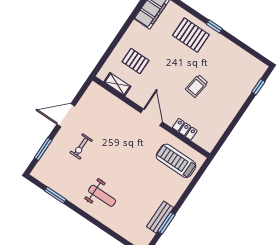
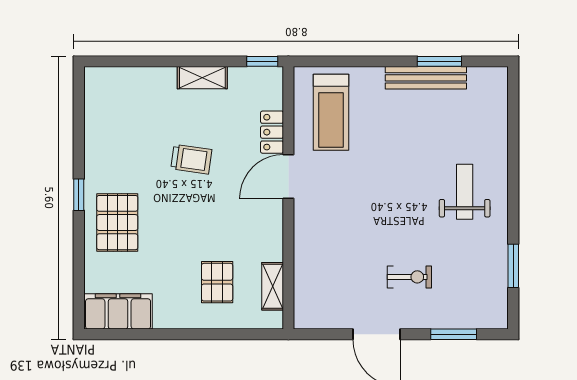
window: (258, 87) -> (262, 61), moved
shelving: (229, 115) -> (202, 78), added
door: (152, 117) -> (288, 176), moved
bench: (160, 217) -> (426, 78), width x1.36

